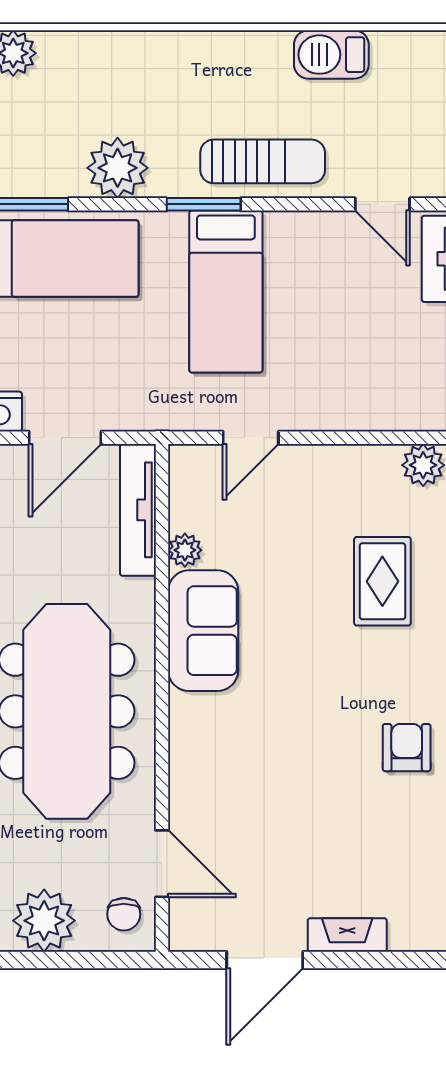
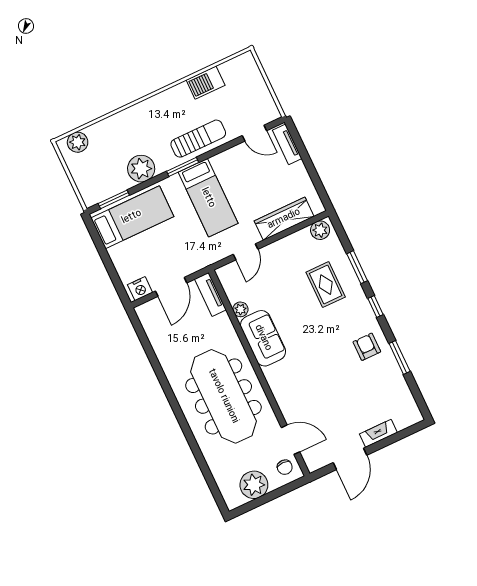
wardrobe: (361, 407) -> (284, 219), added
tv unit: (138, 510) -> (210, 294), width x0.71

